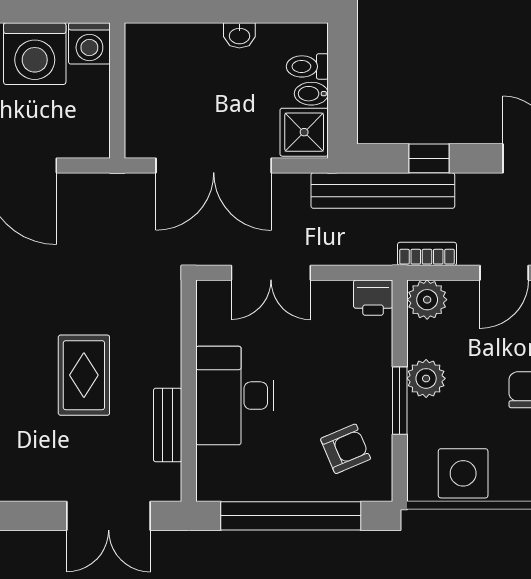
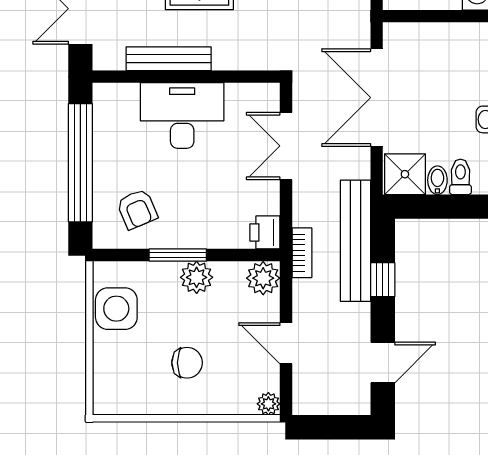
bookcase: (427, 254) -> (302, 253), moved
bench: (168, 425) -> (169, 59), width x1.36

